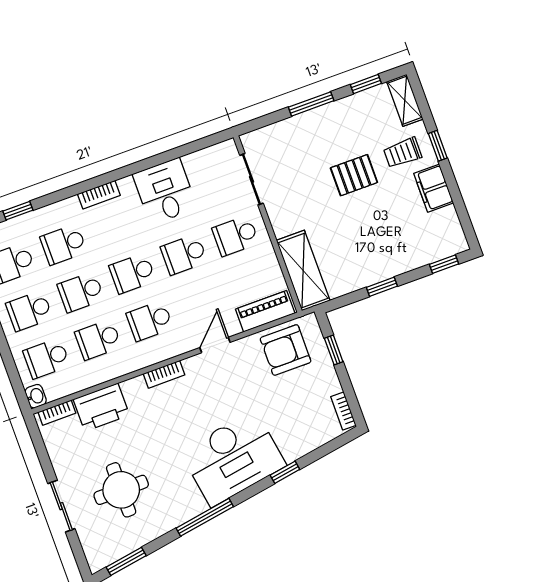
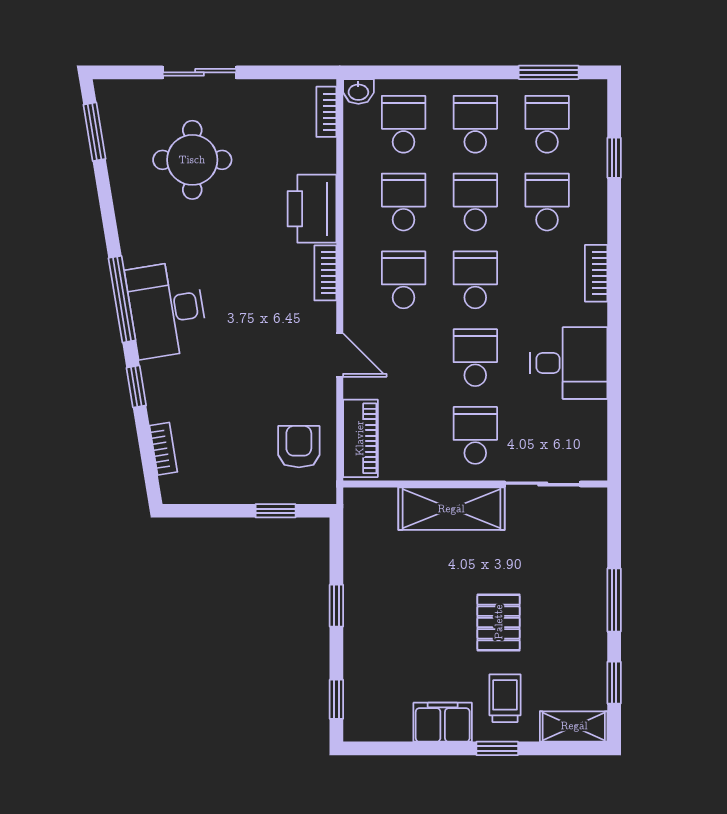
shelving: (303, 270) -> (451, 509), moved
armchair: (286, 350) -> (299, 447), width x0.72, depth x0.72
printer: (101, 407) -> (312, 209), moved
bookcase: (343, 411) -> (163, 449), moved, turned 81
desk: (233, 458) -> (167, 310), width x0.73, depth x0.77
window: (205, 517) -> (122, 299), moved

